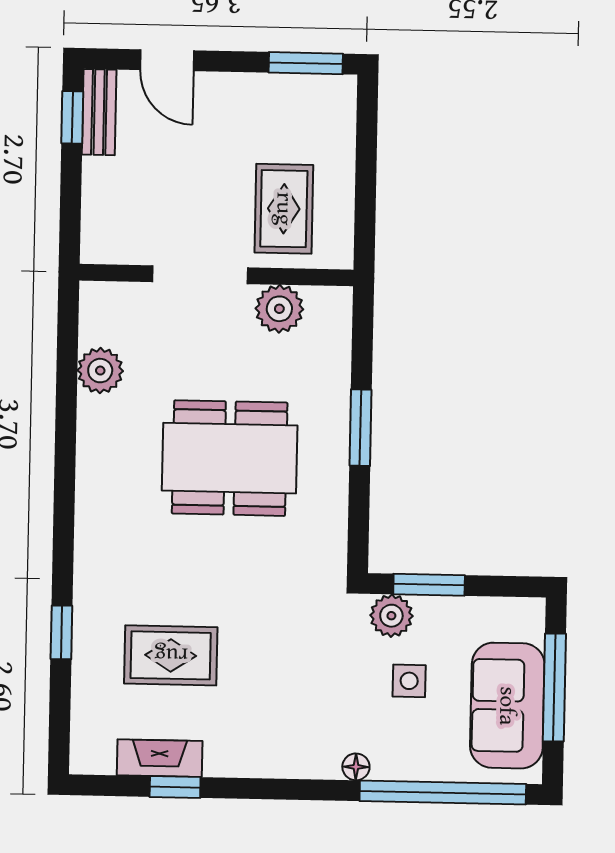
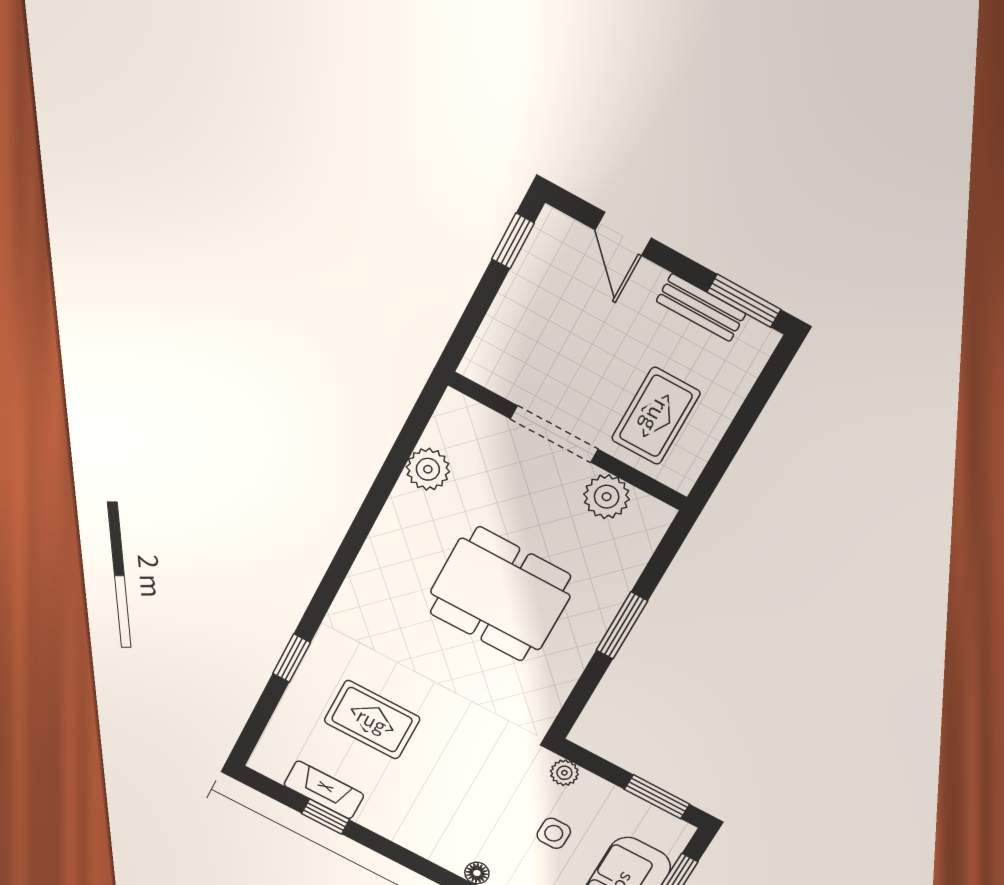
bench: (99, 112) -> (701, 308), moved, turned 90
window: (429, 585) -> (657, 797), moved
plant: (391, 616) -> (564, 773), width x0.73, depth x0.73

